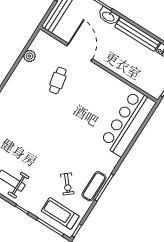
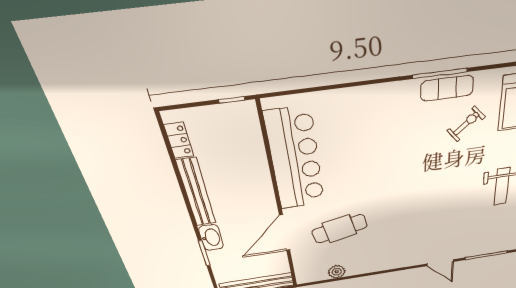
cafe table: (58, 81) -> (340, 229), width x1.37, depth x1.35
bar counter: (128, 123) -> (295, 160), moved, turned -90

